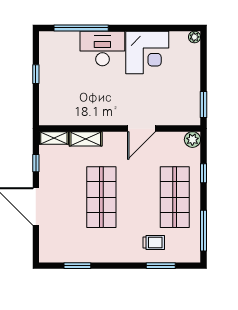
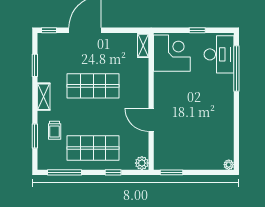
desk: (102, 48) -> (219, 54), moved
corner desk: (147, 52) -> (172, 53), moved, turned 180
shelving: (86, 139) -> (44, 97), moved
window: (36, 163) -> (49, 30), moved

